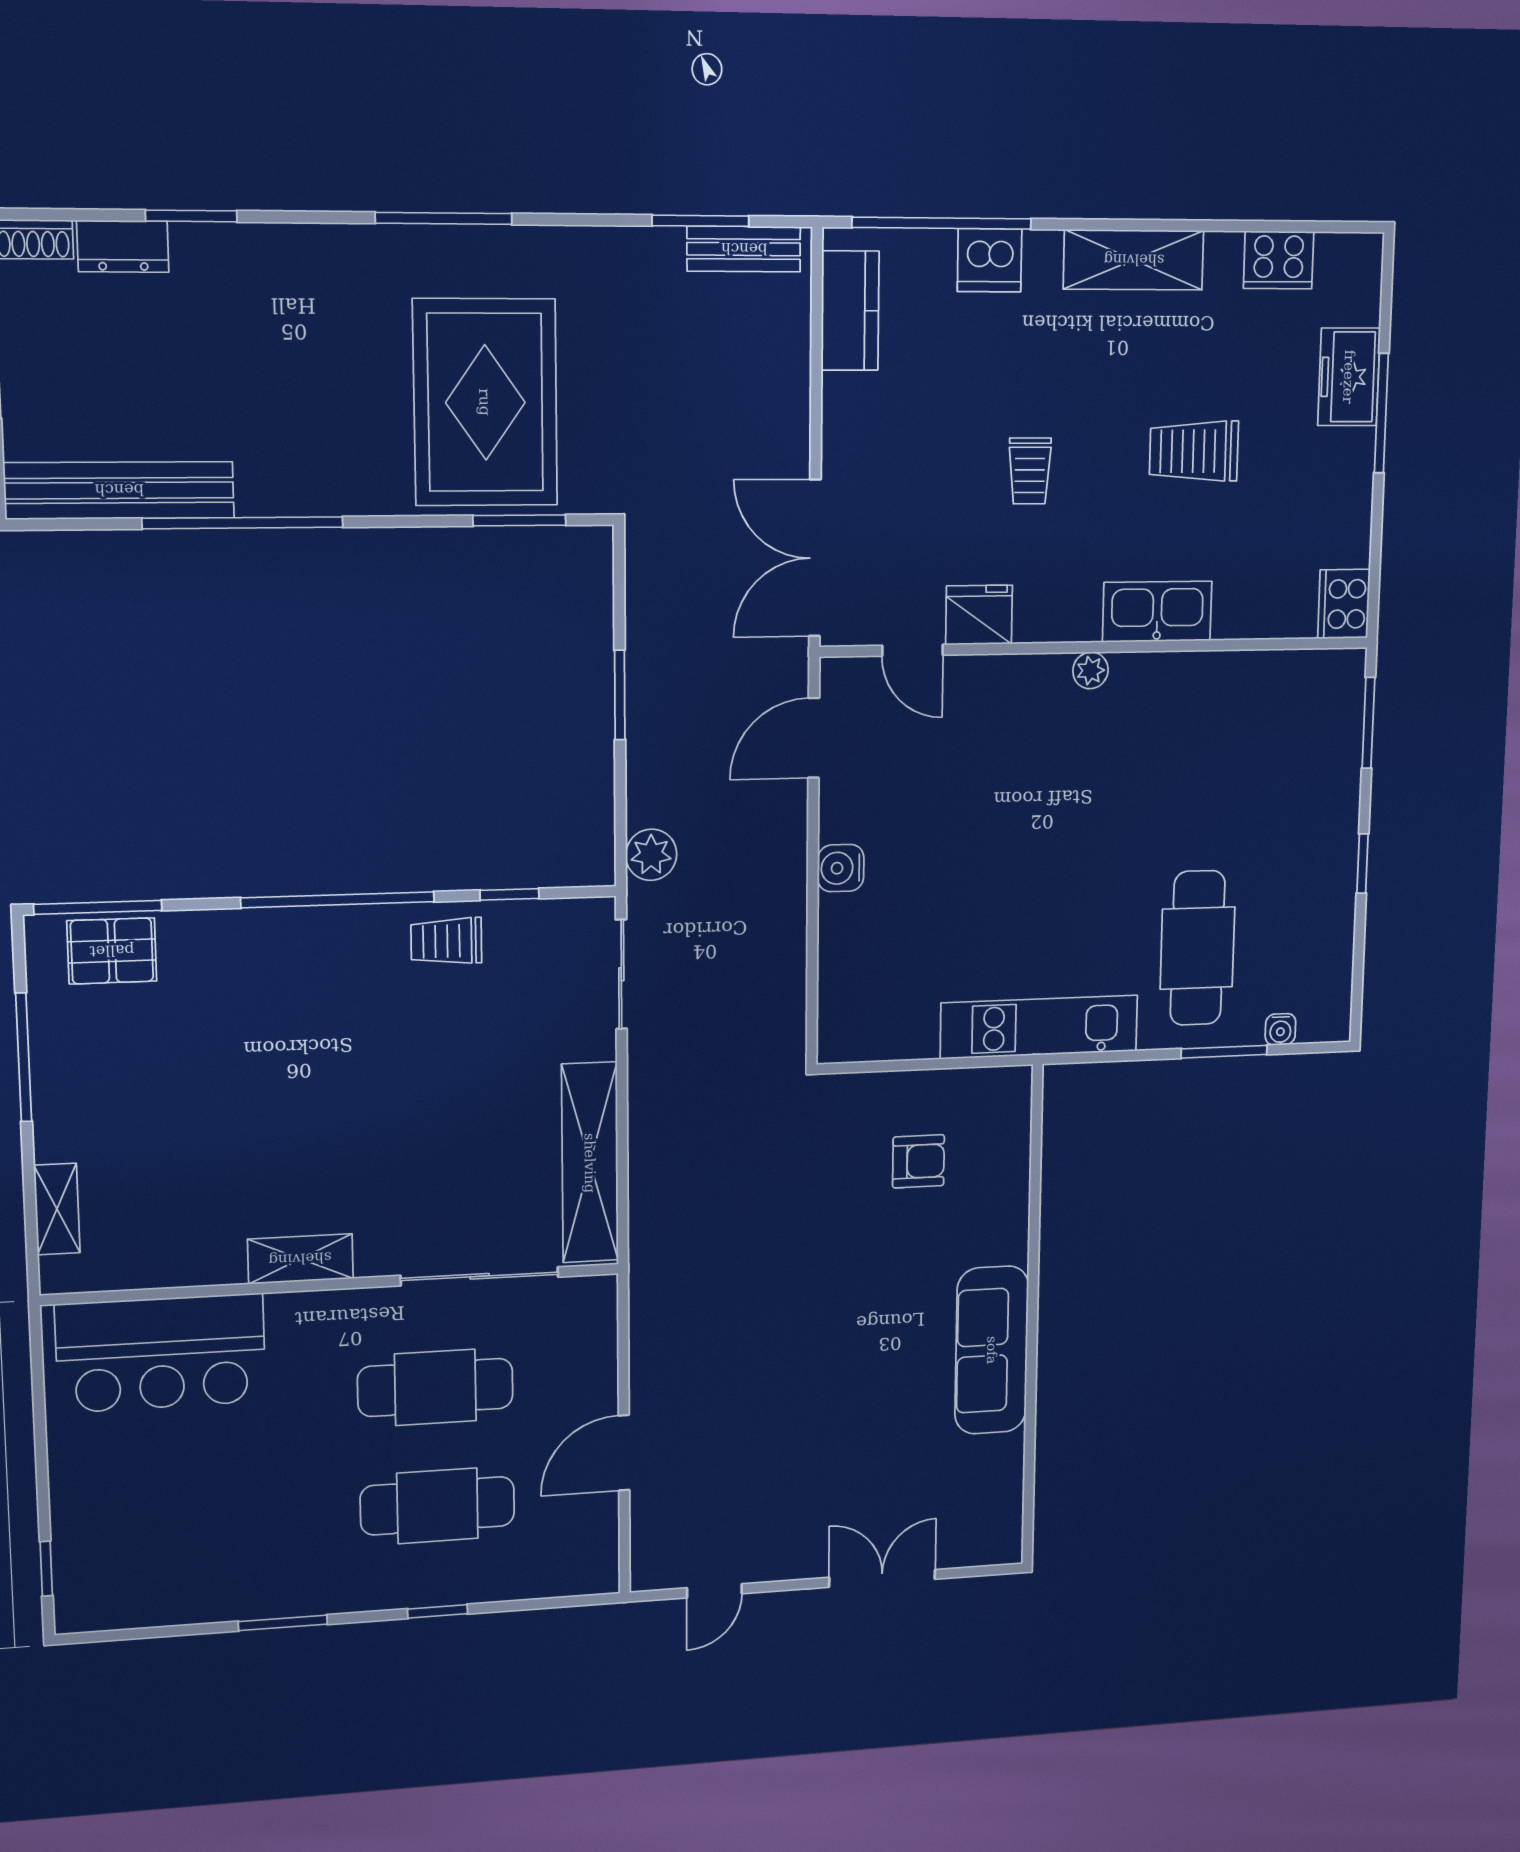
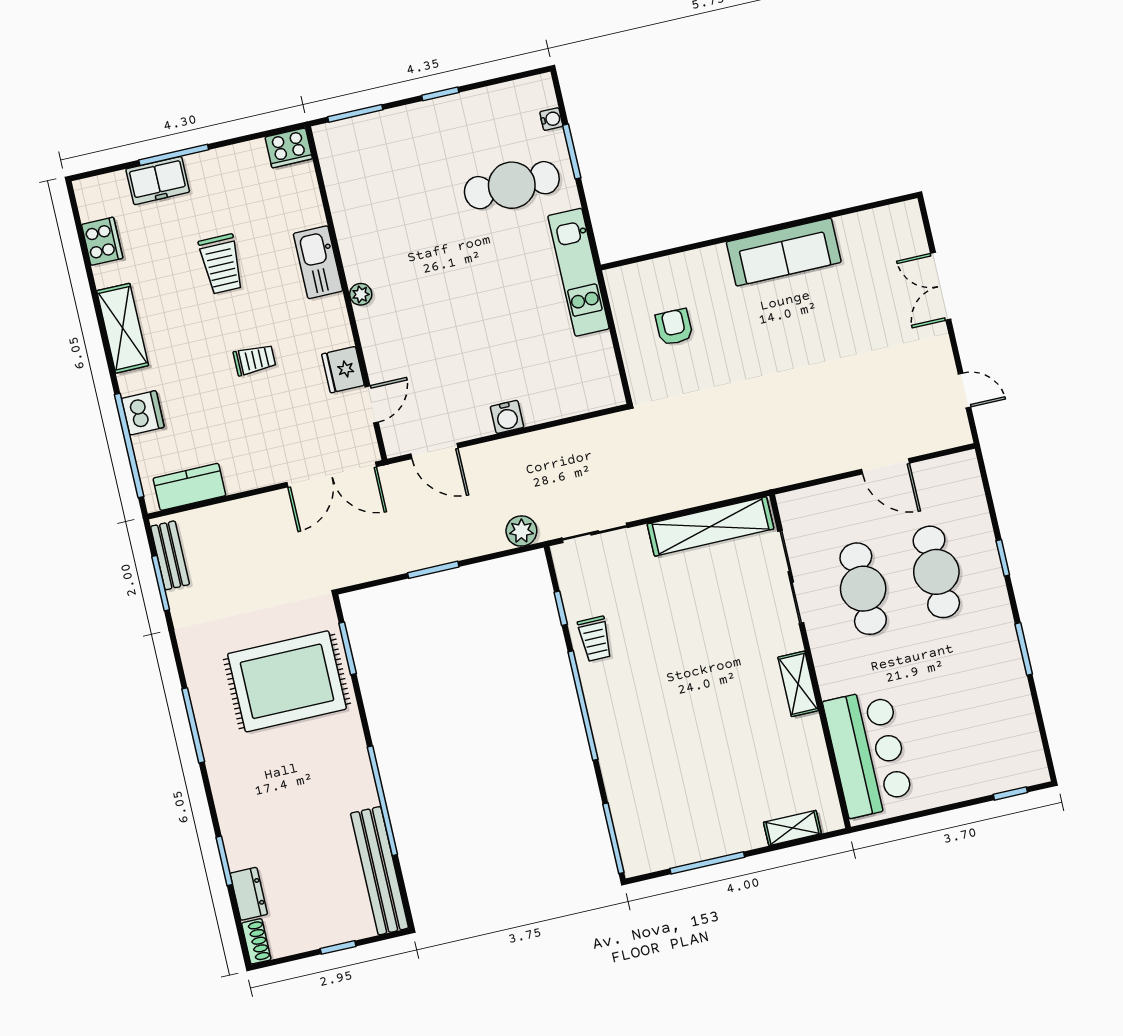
pallet: (112, 951) -> (637, 826), removed

